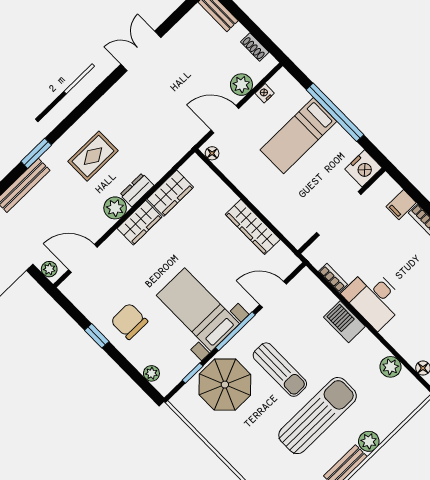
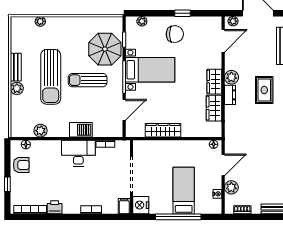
filing cabinet: (401, 205) -> (124, 206), moved

